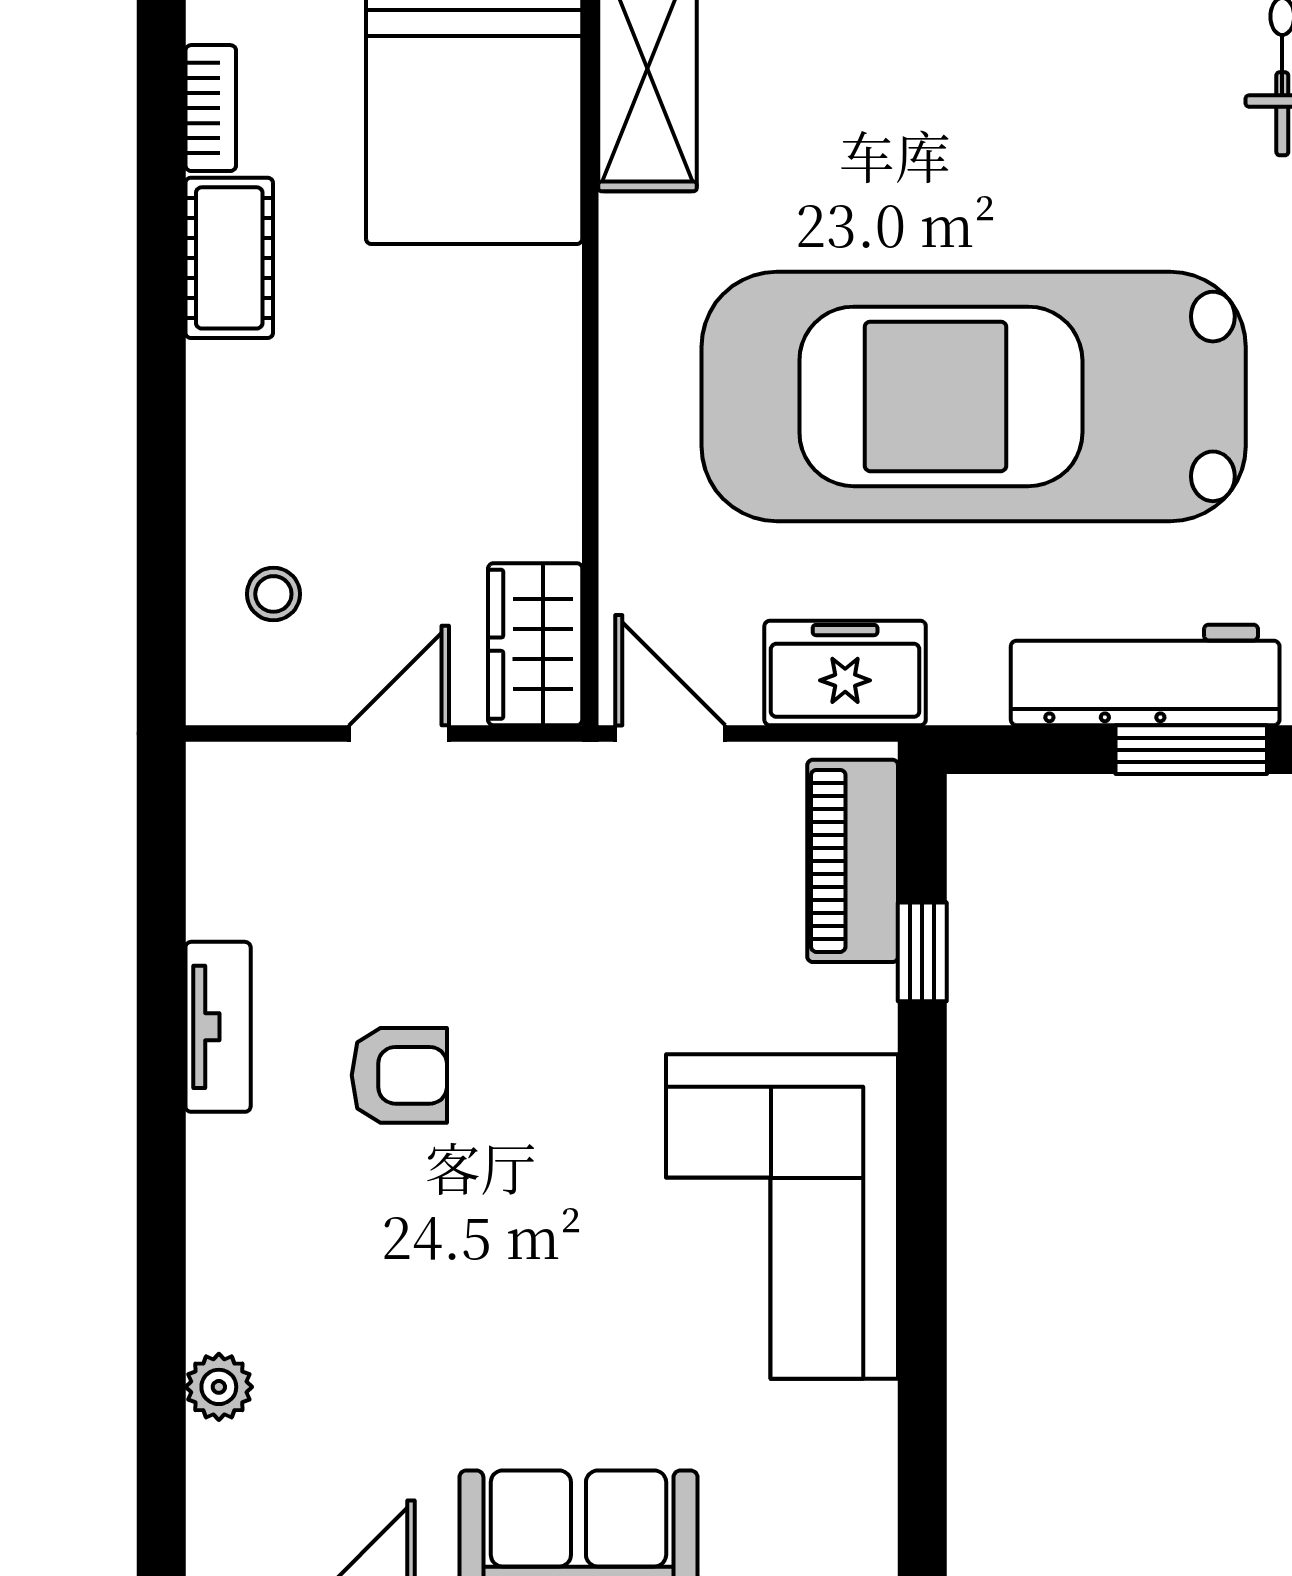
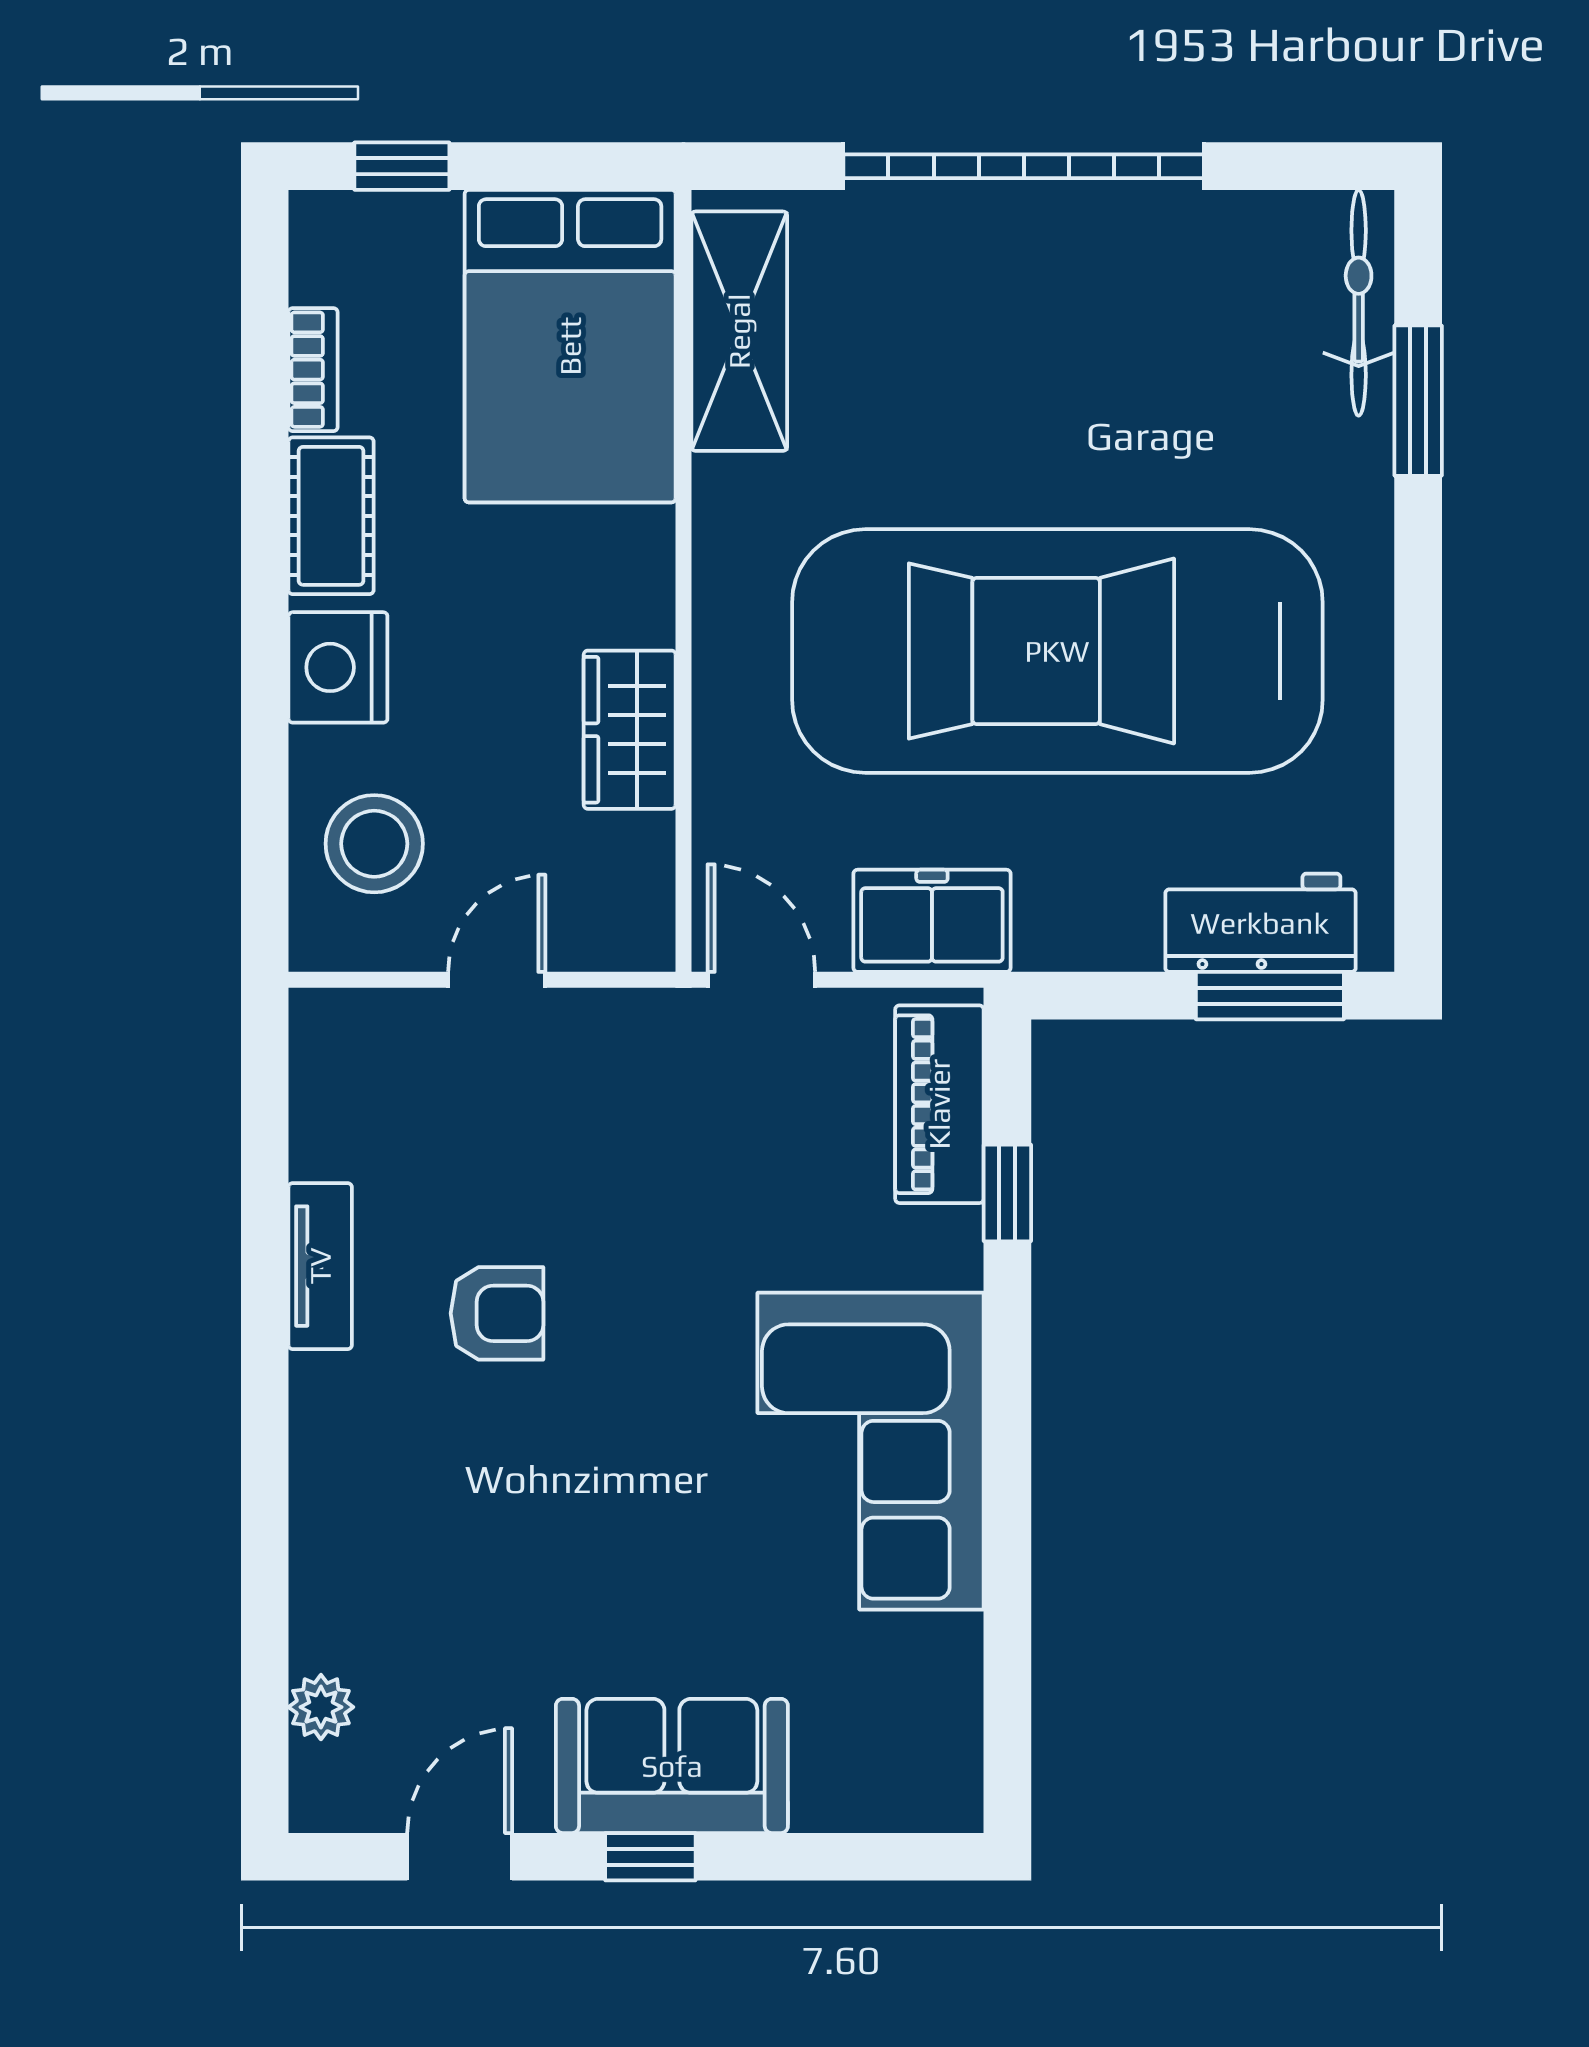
nightstand: (236, 413) -> (338, 667), added
stool: (273, 594) -> (374, 844), width x1.89, depth x1.89
wardrobe: (535, 644) -> (630, 730), moved
workbench: (1145, 675) -> (1260, 923), width x0.73
plant: (219, 1387) -> (321, 1707), moved

